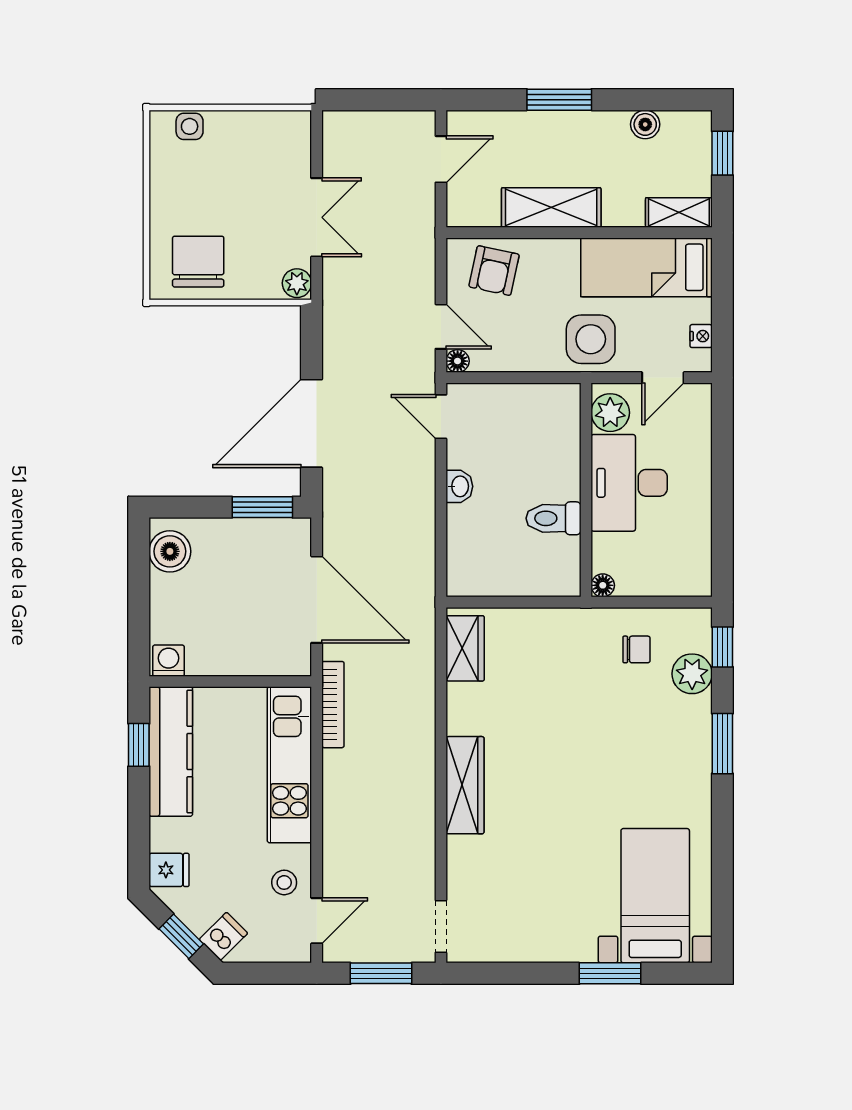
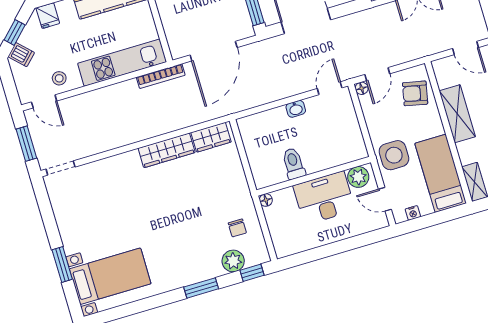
wardrobe: (465, 785) -> (167, 150), moved

